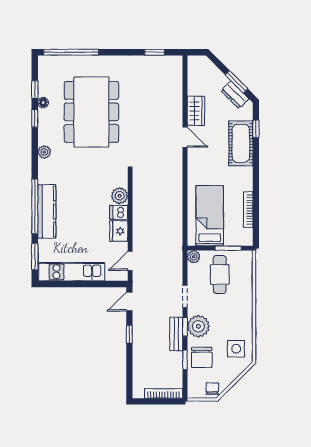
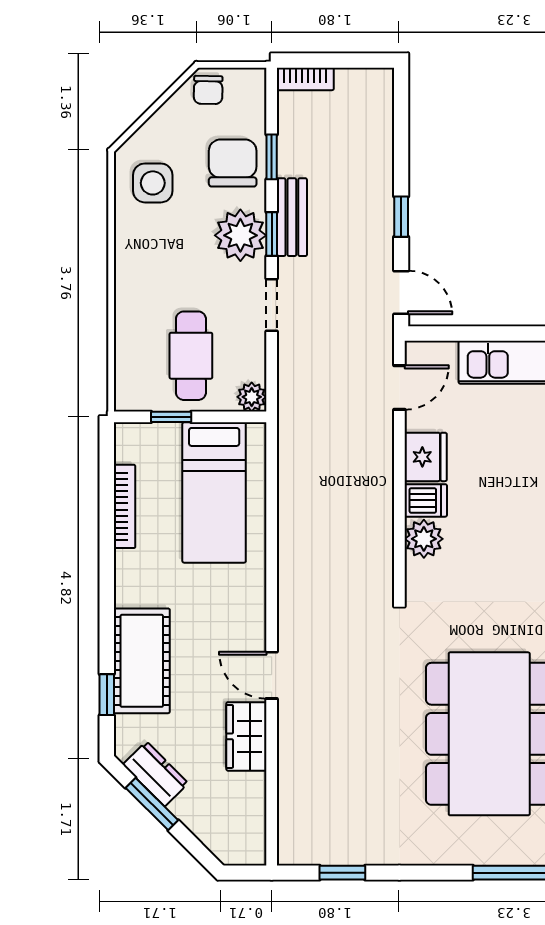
window: (228, 248) -> (171, 417), width x0.67
door: (129, 302) -> (401, 292), hinge flipped
bookcase: (164, 393) -> (305, 79), width x0.64

